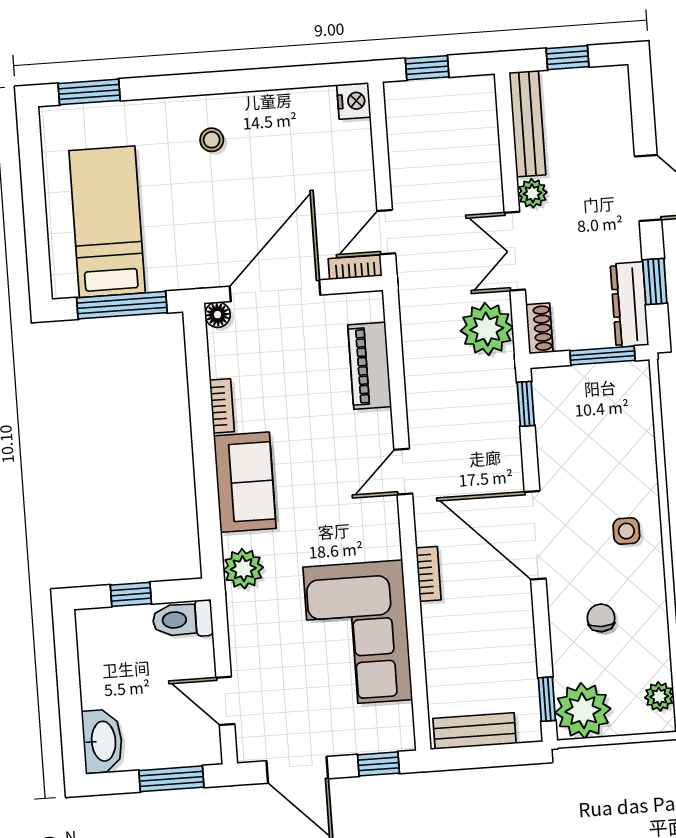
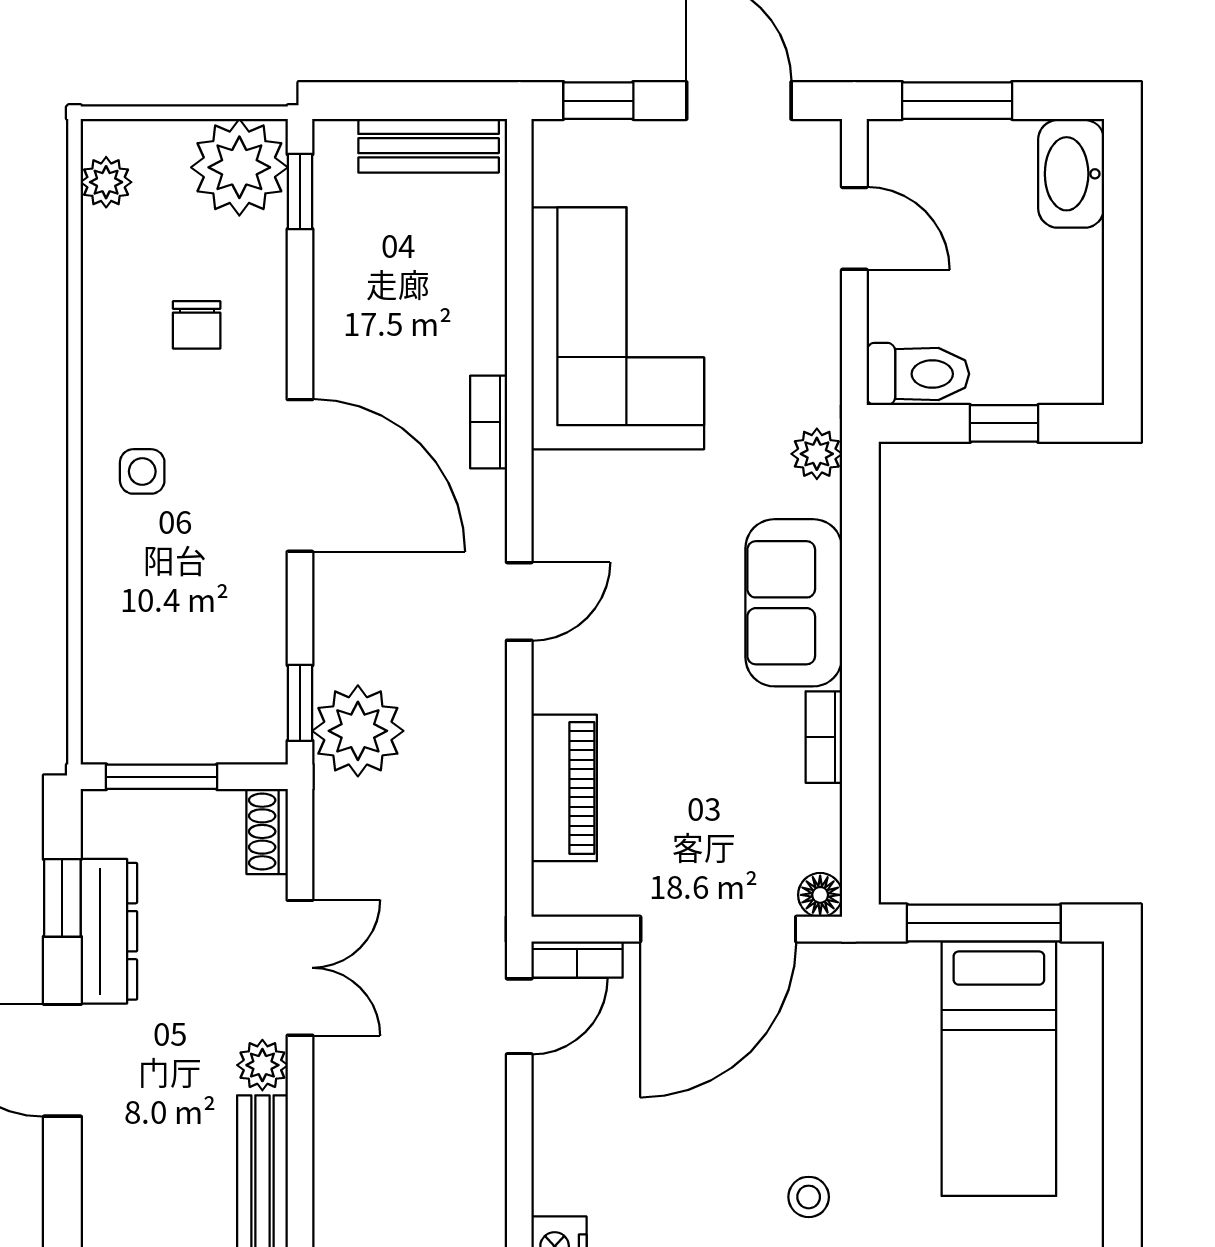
dresser: (629, 305) -> (109, 931), moved
plant: (487, 329) -> (358, 731), moved
plant: (243, 569) -> (817, 454), width x0.73, depth x0.73

